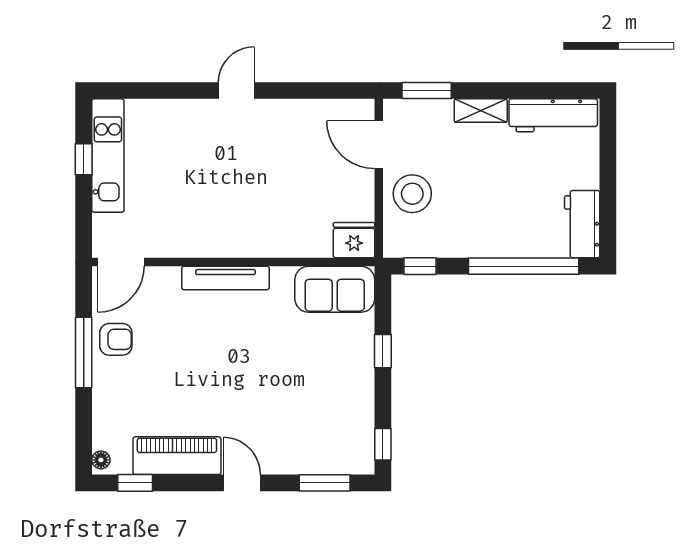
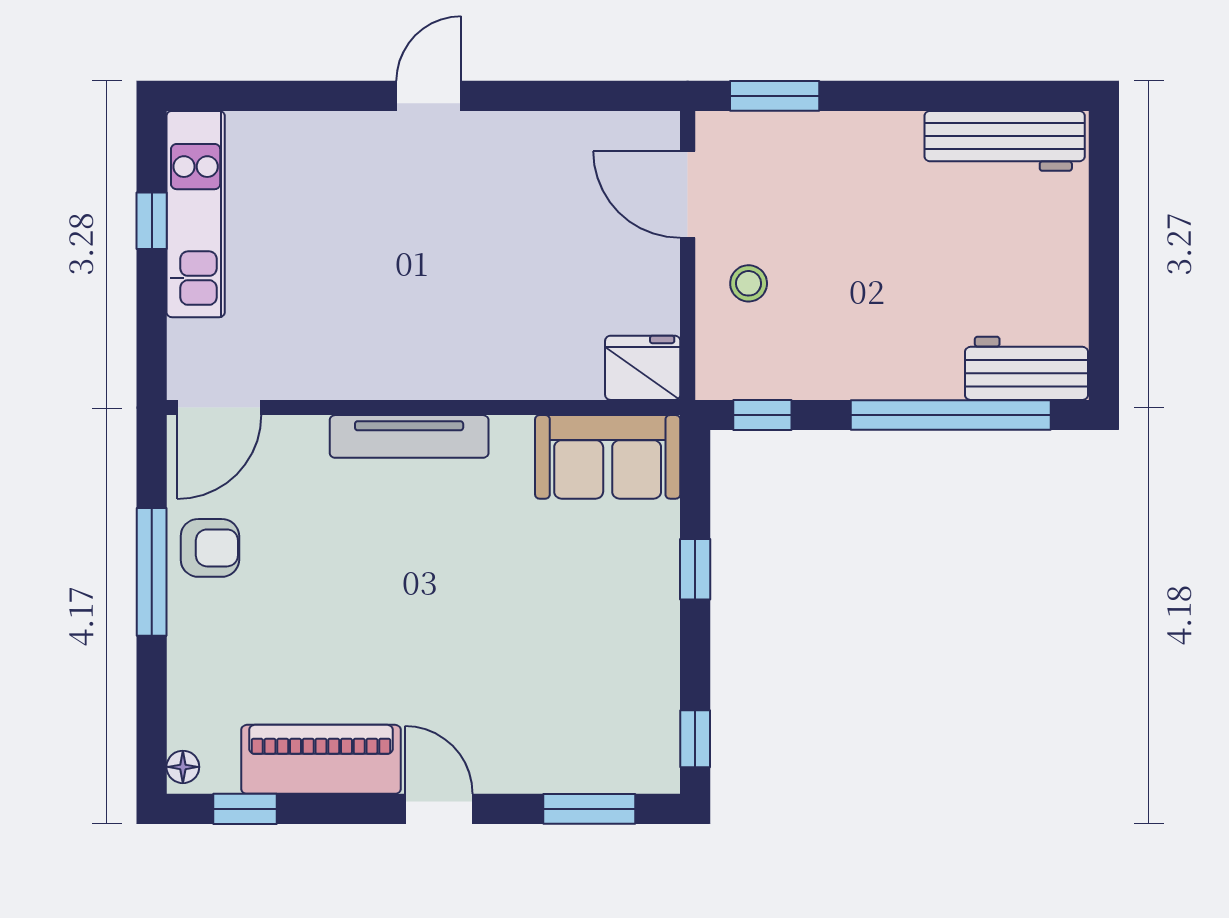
shelving: (481, 111) -> (873, 132), removed
stool: (412, 194) -> (749, 283), width x0.53, depth x0.53
workbench: (582, 224) -> (1026, 368), moved, turned 90

